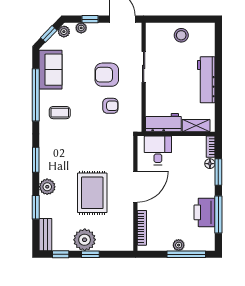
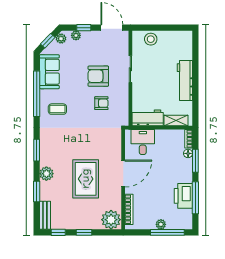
stool: (181, 35) -> (151, 39), moved
plant: (85, 240) -> (111, 220), moved

